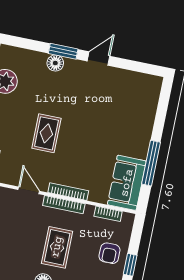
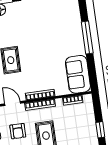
window: (151, 163) -> (87, 38), moved
armchair: (109, 253) -> (18, 131), moved

